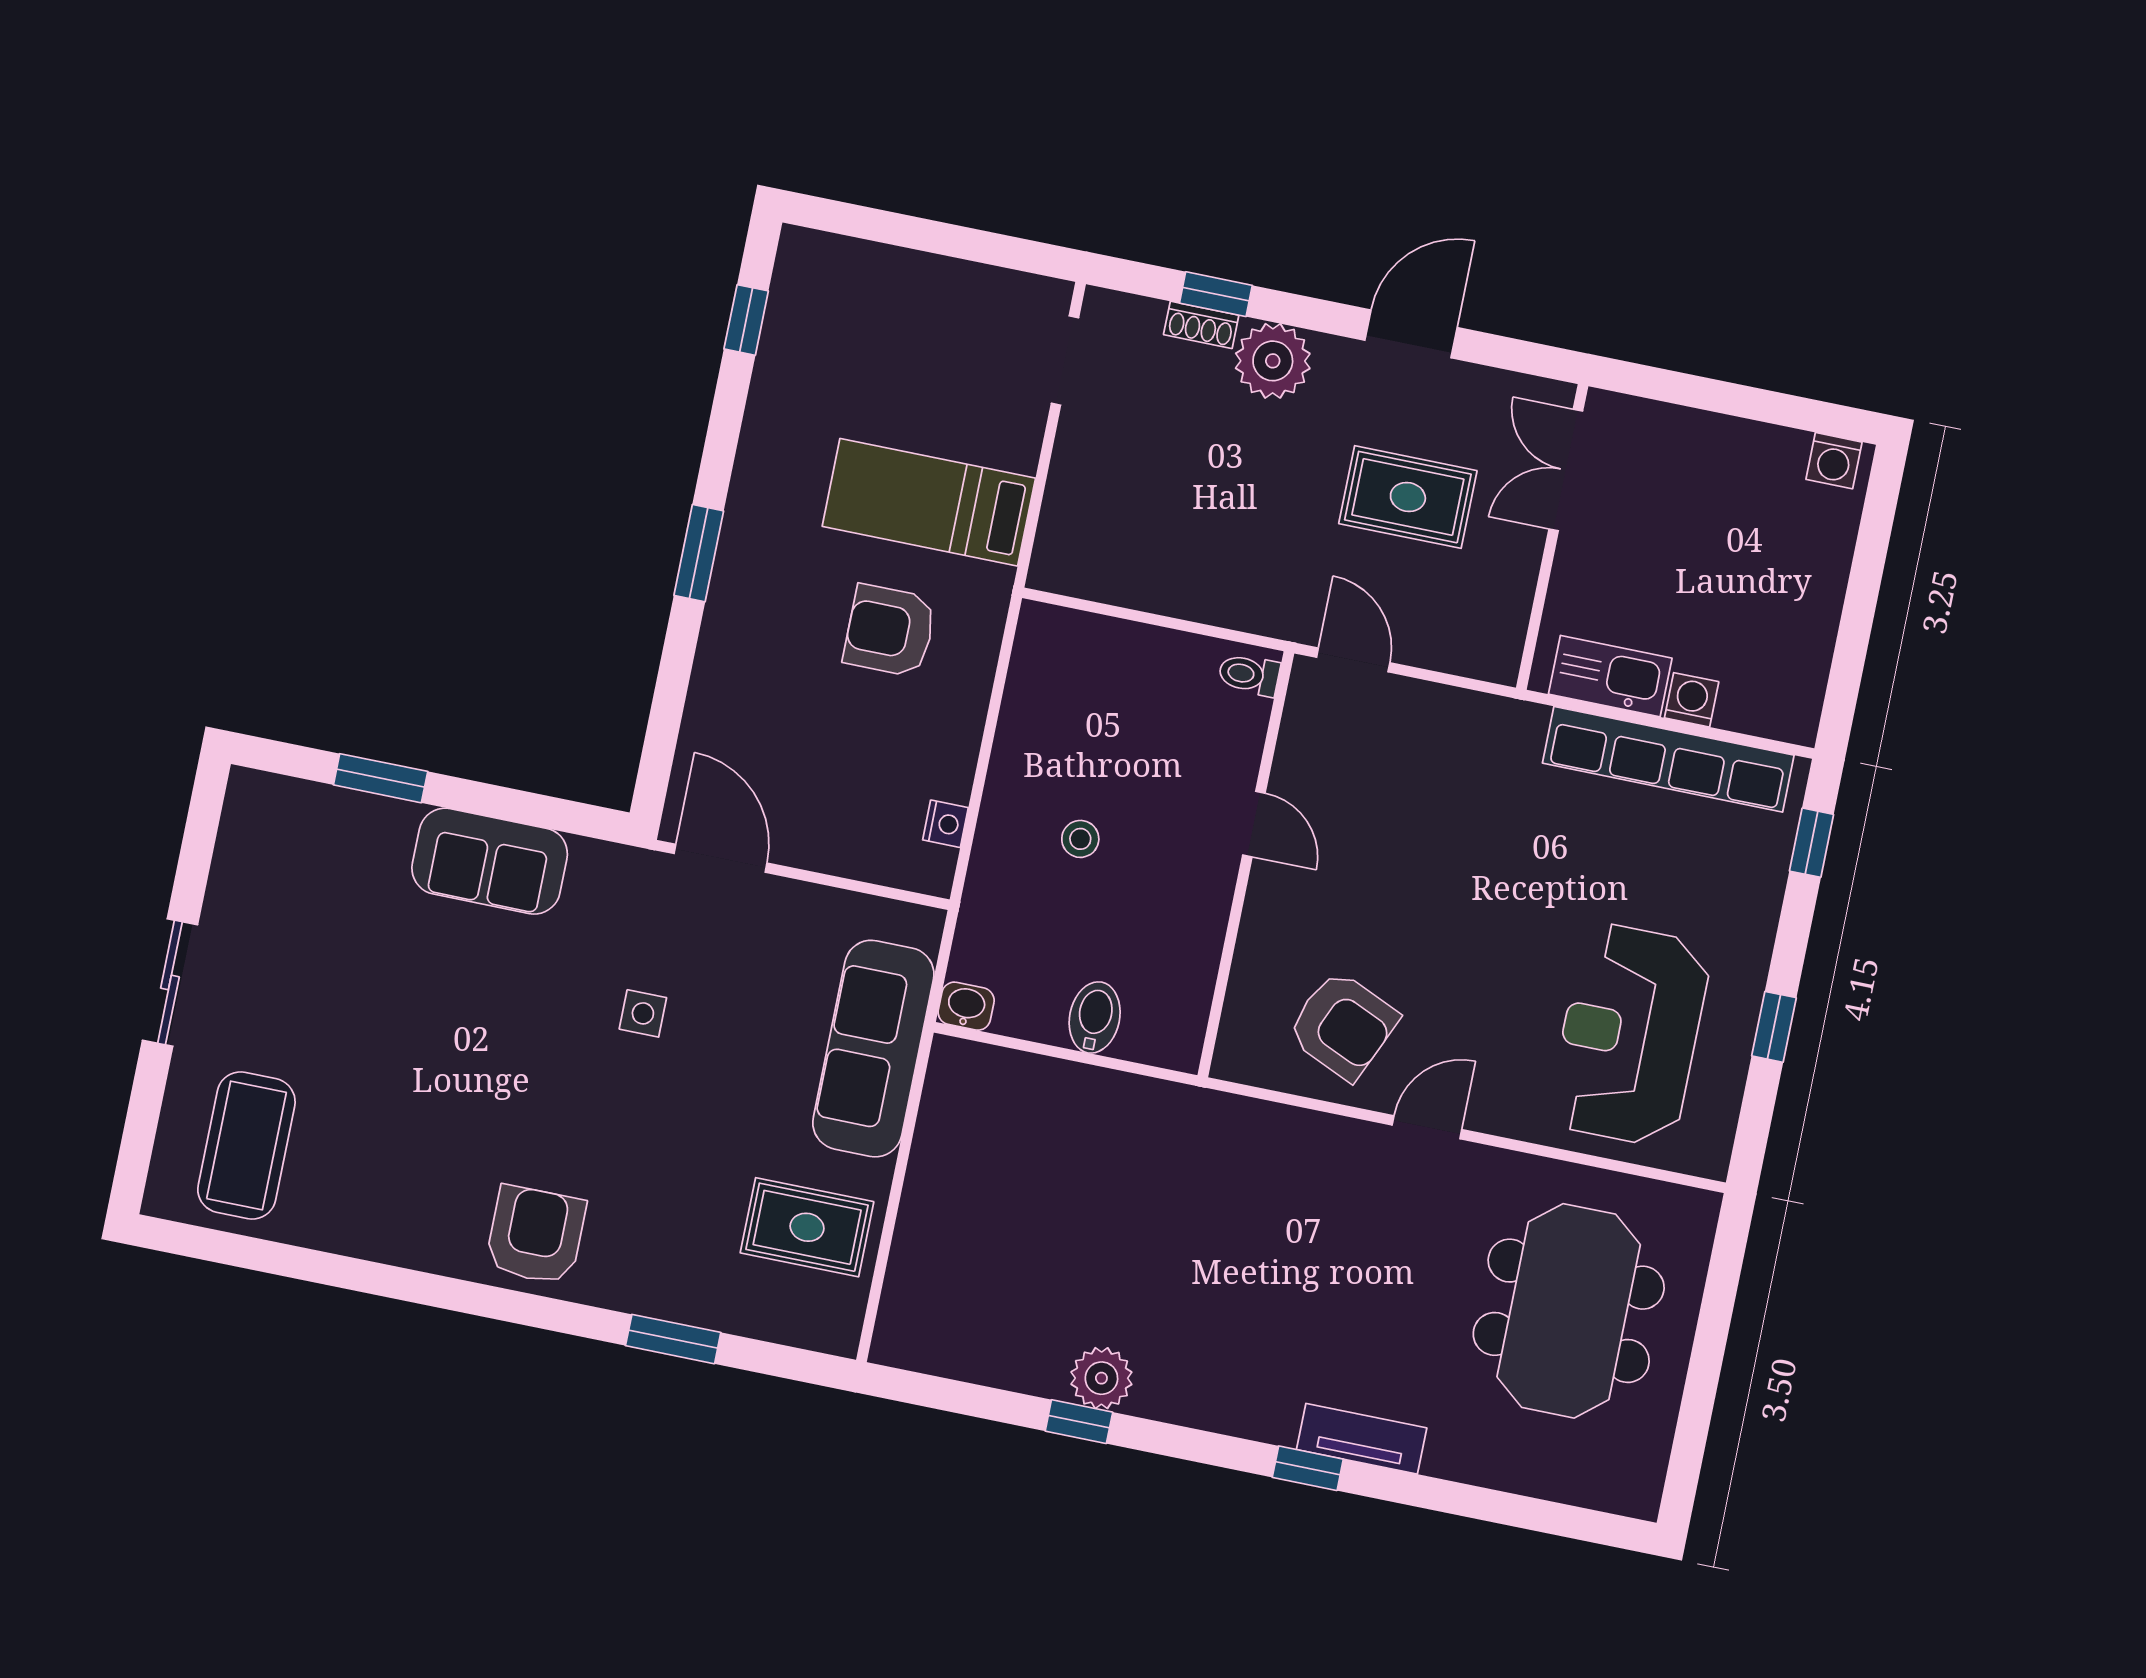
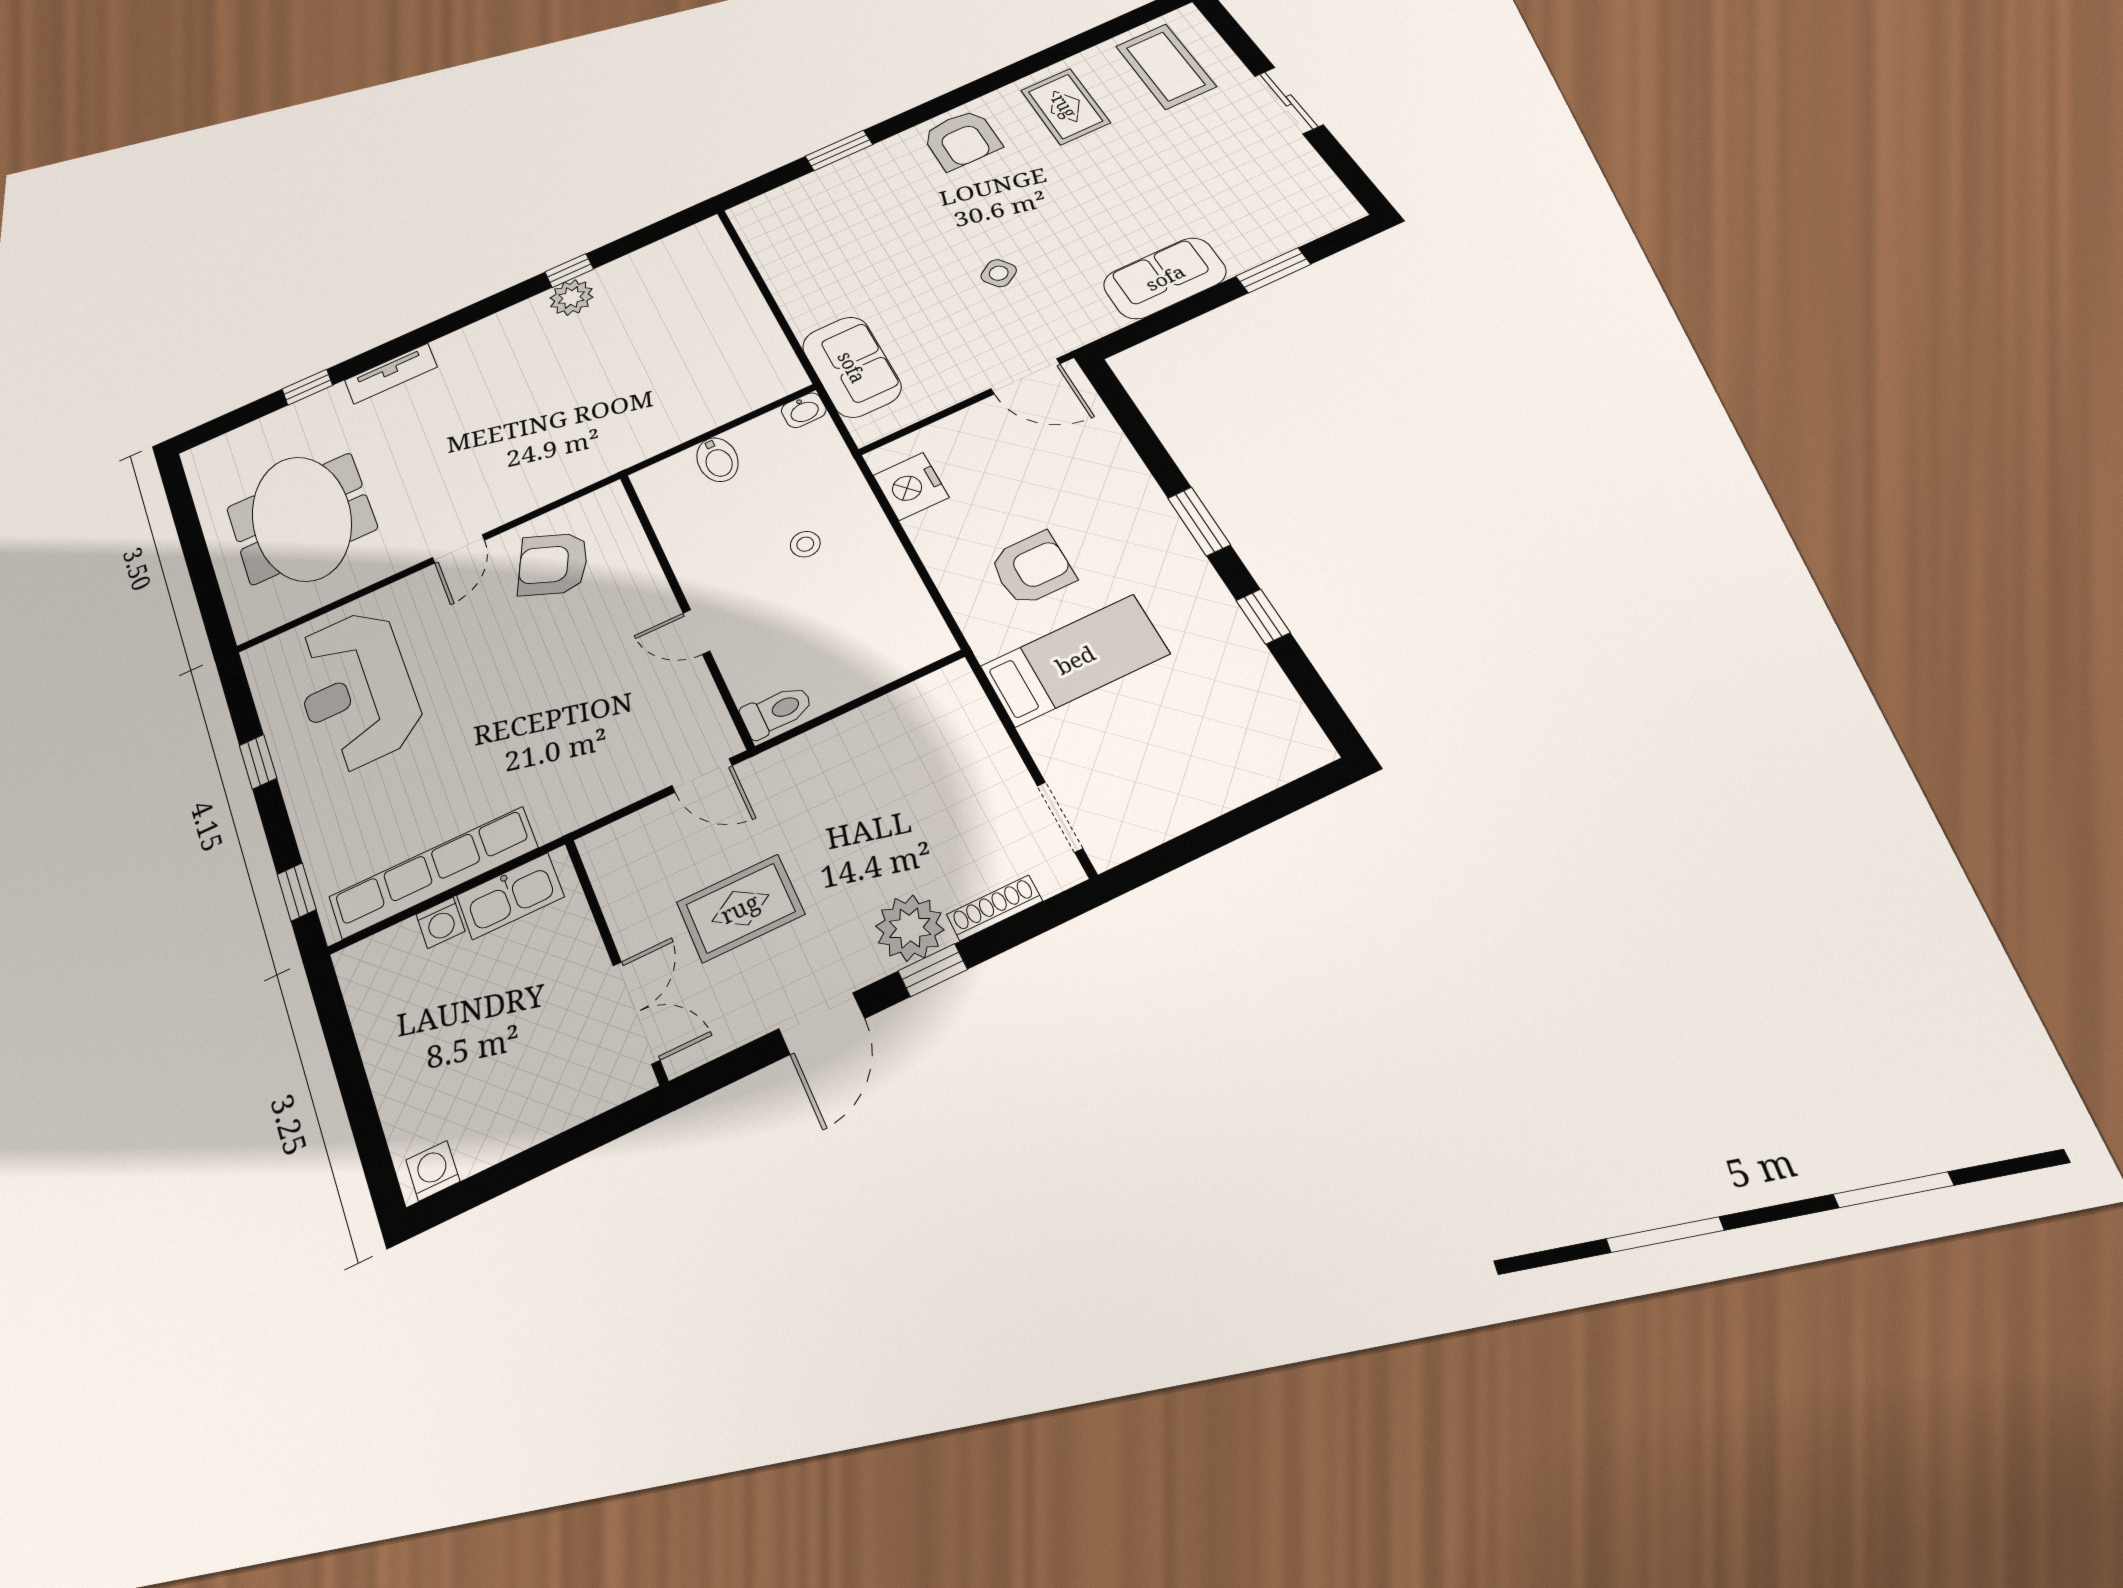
window: (1216, 294) -> (933, 970), moved
window: (746, 320) -> (1263, 617), moved
shoe rack: (1201, 325) -> (994, 908), width x1.43
toilet: (1249, 675) -> (777, 711), width x1.37, depth x1.39
nightstand: (946, 824) -> (911, 486), width x1.89, depth x1.79
side table: (643, 1013) -> (999, 273), turned -34
reception desk: (1629, 1035) -> (356, 689), turned 180
sofa: (873, 1049) -> (852, 367), width x0.73
rug: (807, 1227) -> (1065, 106), moved, turned 90
window: (1308, 1468) -> (307, 387), moved

